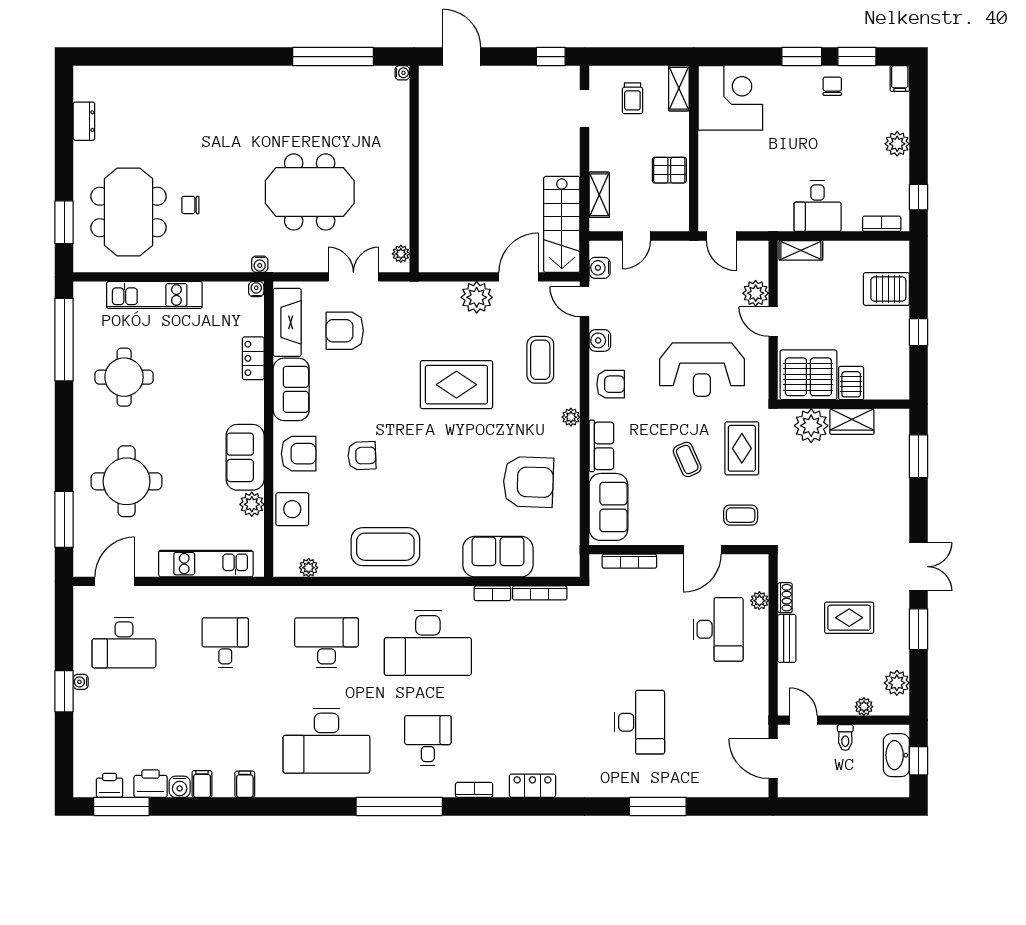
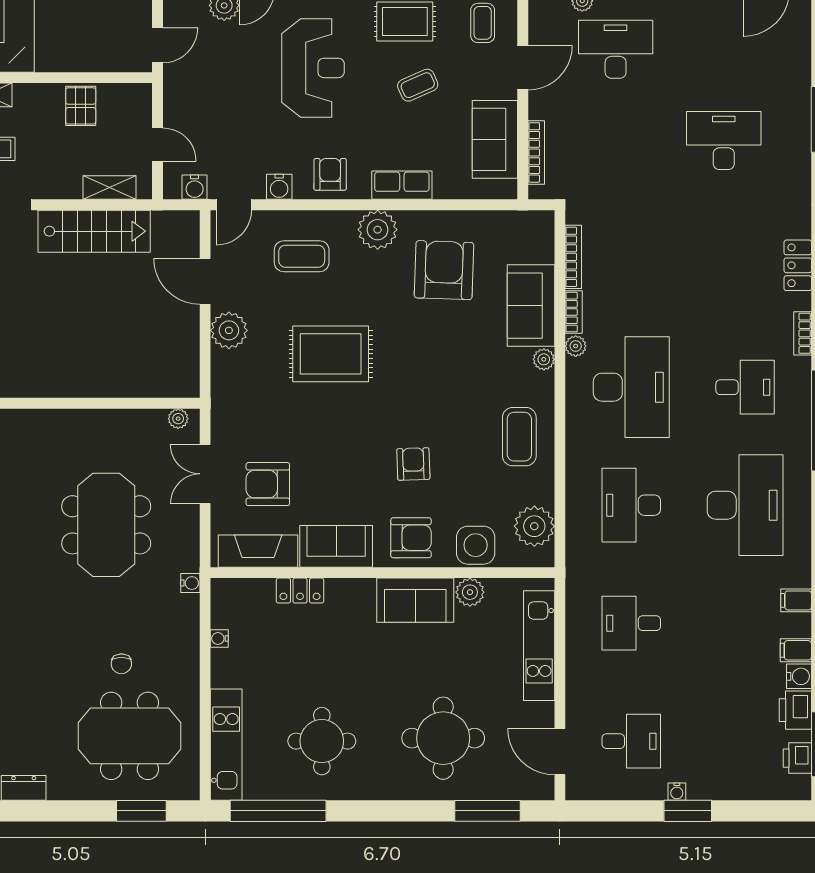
stairs: (562, 224) -> (94, 231), moved
water cooler: (256, 289) -> (219, 639), moved
kitchen unit: (154, 295) -> (226, 745), moved
armchair: (345, 331) -> (268, 484), turned 90
rug: (456, 385) -> (331, 354), turned 90
plant: (571, 417) -> (378, 230), width x1.87, depth x1.87
armchair: (299, 454) -> (411, 538), turned 90
sofa: (608, 507) -> (495, 139), moved, turned -90
coffee table: (385, 547) -> (519, 437), width x0.73, depth x0.76
door: (702, 550) -> (523, 68), hinge flipped
plant: (309, 568) -> (534, 526), width x1.87, depth x1.87
plant: (452, 568) -> (544, 359), added
plant: (463, 595) -> (576, 346), added
desk: (124, 643) -> (631, 741), width x0.73
desk: (428, 741) -> (745, 387), turned 180

